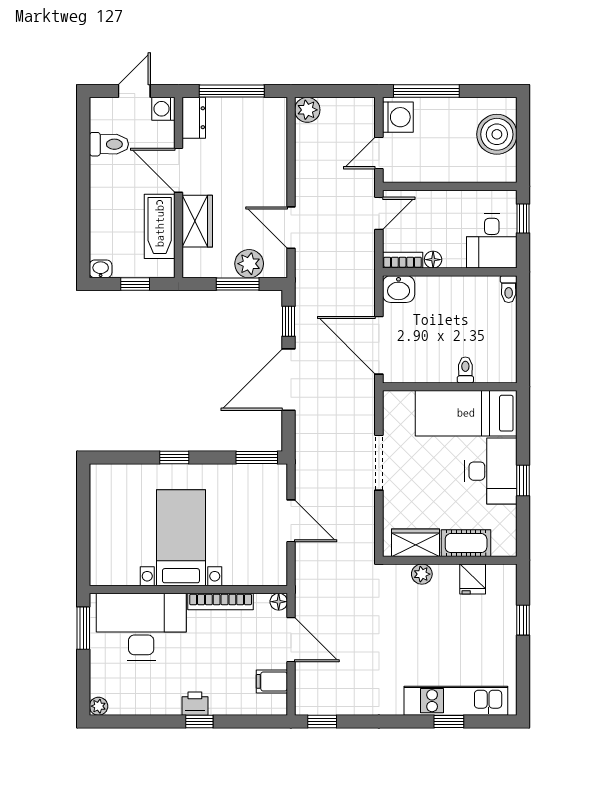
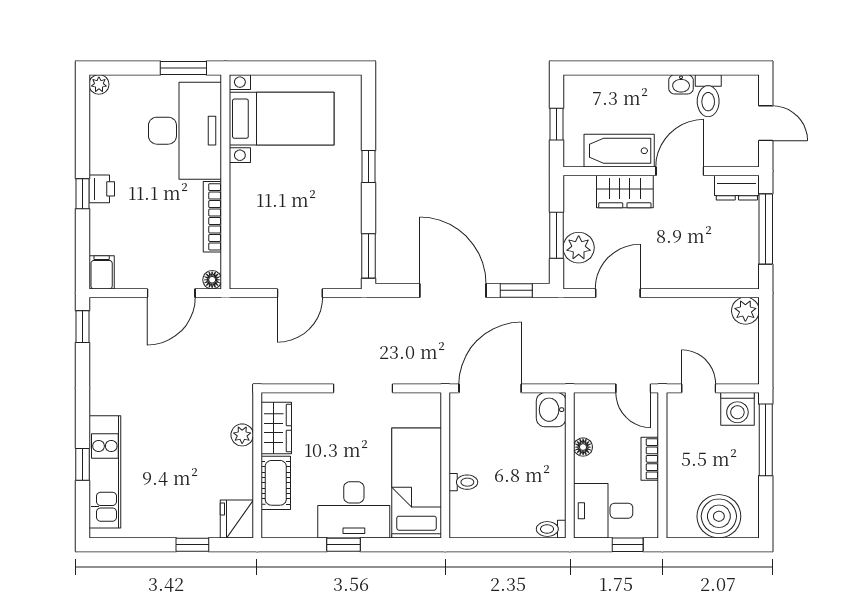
washing machine: (163, 109) -> (747, 155), removed
bookcase: (403, 260) -> (650, 459), moved, turned 180
washbasin: (101, 269) -> (681, 84), moved, turned 90
bed with nightstands: (181, 538) -> (282, 119), moved
fridge: (473, 579) -> (237, 519), moved, width x1.38
filing cabinet: (272, 681) -> (102, 272), moved

